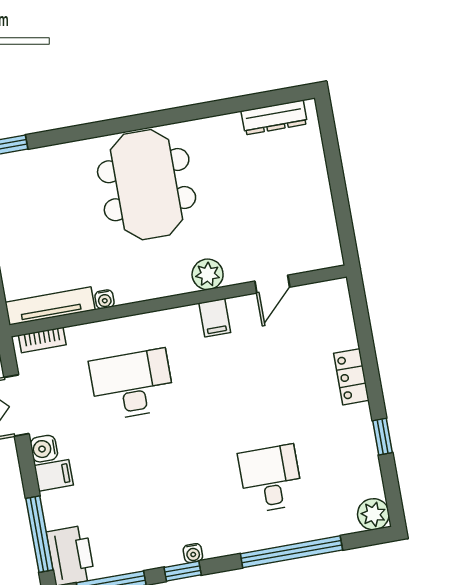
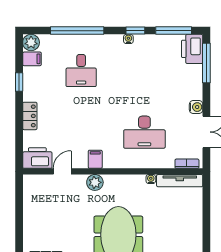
printer: (323, 301) -> (37, 158), added
filing cabinet: (54, 475) -> (32, 59), moved, turned 180

